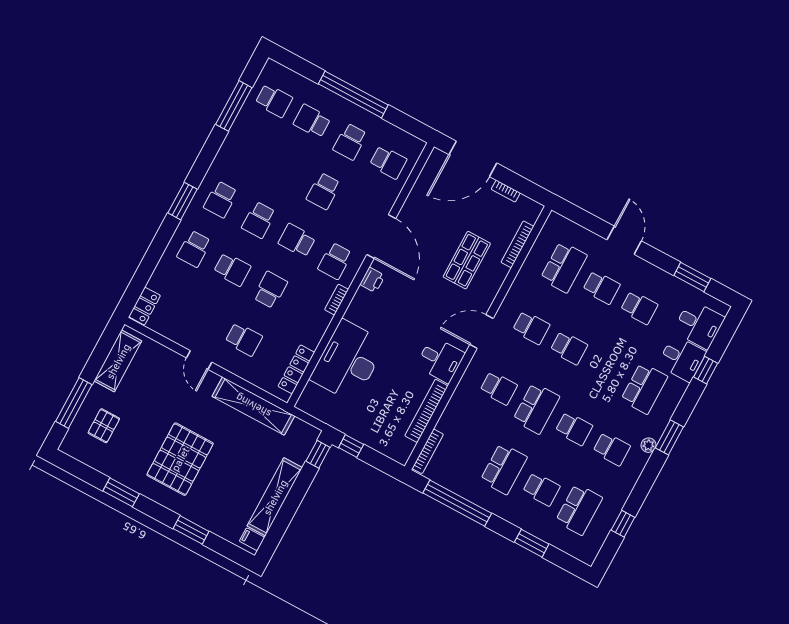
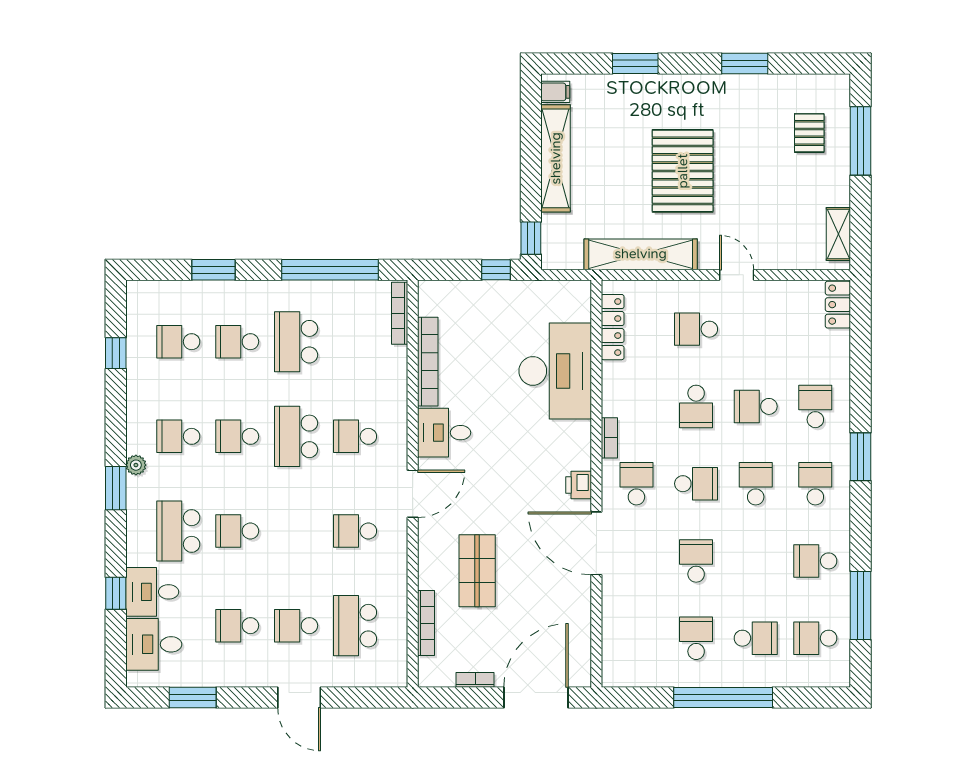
school desk: (388, 162) -> (815, 561), moved
school desk: (569, 348) -> (237, 531), moved
shelving: (118, 361) -> (838, 234), width x0.67, depth x0.75
pallet: (180, 459) -> (683, 171), moved
school desk: (579, 509) -> (178, 342), width x0.54

